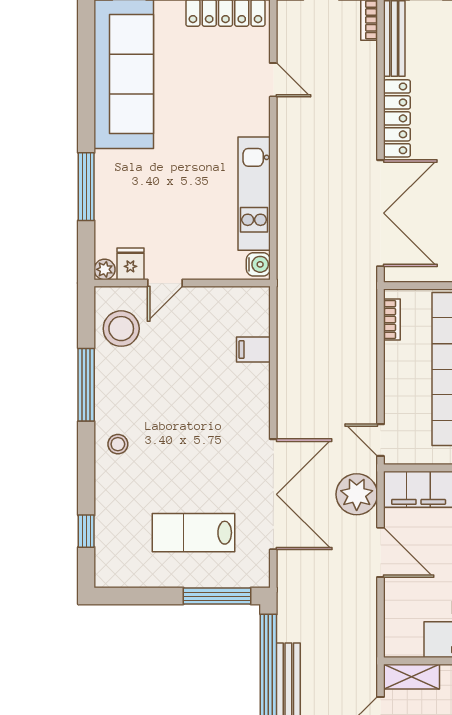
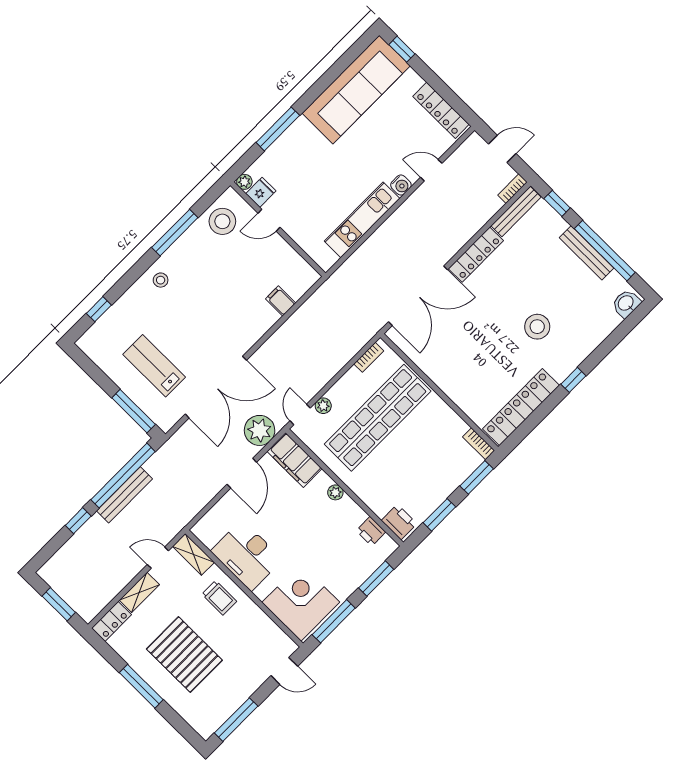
door: (273, 80) -> (431, 170), swing flipped
water cooler: (258, 264) -> (401, 185), moved
plant: (394, 410) -> (323, 406), added

